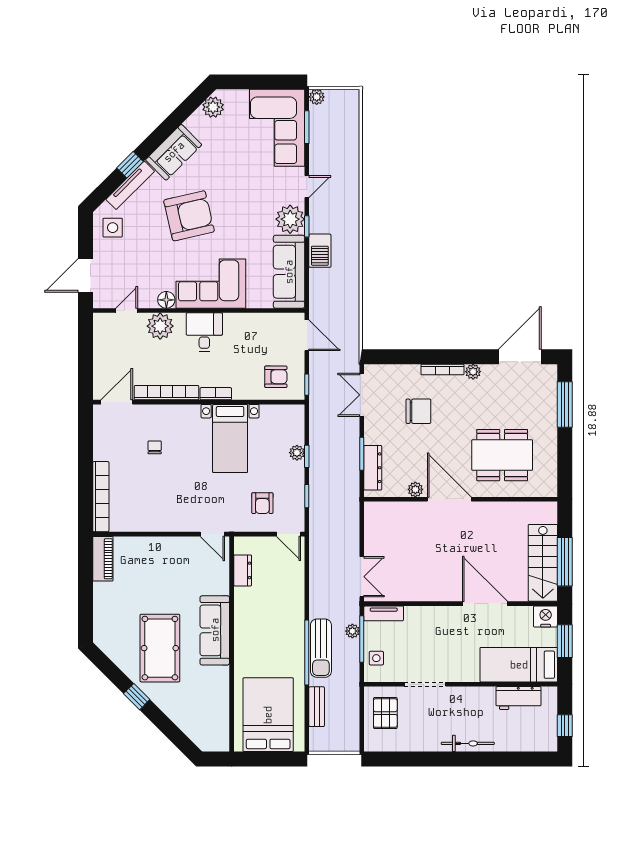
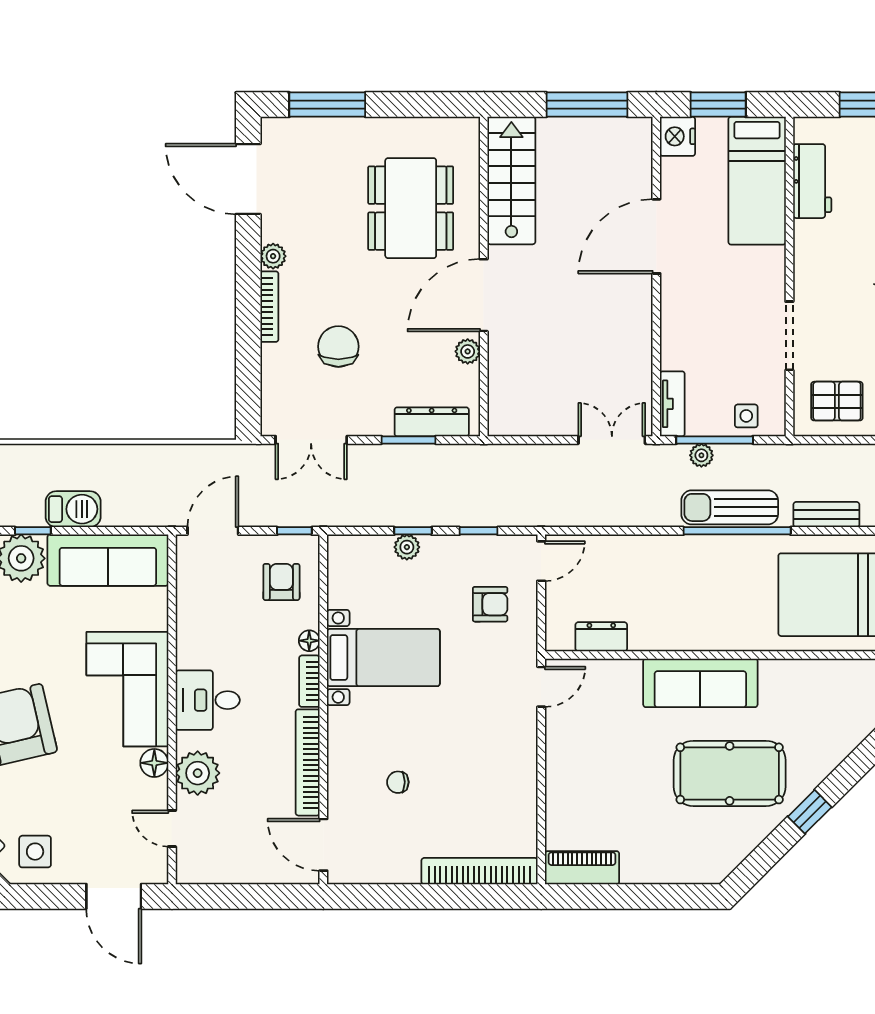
floor lamp: (240, 394) -> (309, 641), added
stairs: (543, 563) -> (511, 180), moved, turned -90
sun lounger: (321, 648) -> (730, 507), turned 180

